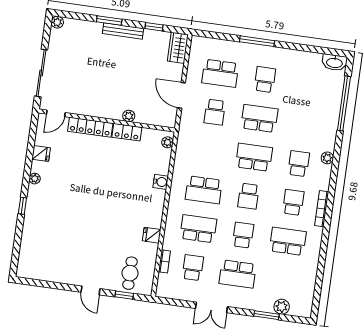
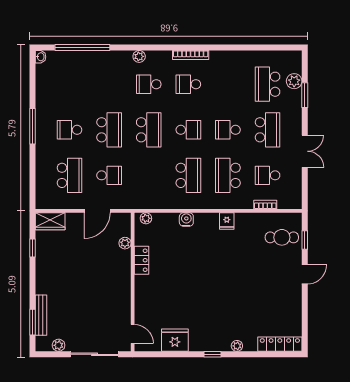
window: (109, 20) -> (32, 322), moved
plant: (57, 22) -> (59, 345), moved
bench: (123, 31) -> (41, 315), moved
window: (257, 41) -> (32, 126), moved
washbasin: (334, 63) -> (40, 57), width x0.52, depth x0.69
plant: (129, 116) -> (125, 243), moved
school desk: (259, 118) -> (109, 130), turned 180
locker: (90, 127) -> (280, 344), moved, turned -90
fridge: (41, 153) -> (175, 340), width x1.88, depth x1.34
school desk: (254, 157) -> (149, 130), turned 180
plant: (35, 179) -> (237, 346), moved
window: (22, 206) -> (213, 354), moved
fridge: (152, 235) -> (227, 221), moved
school desk: (288, 241) -> (268, 84), moved

